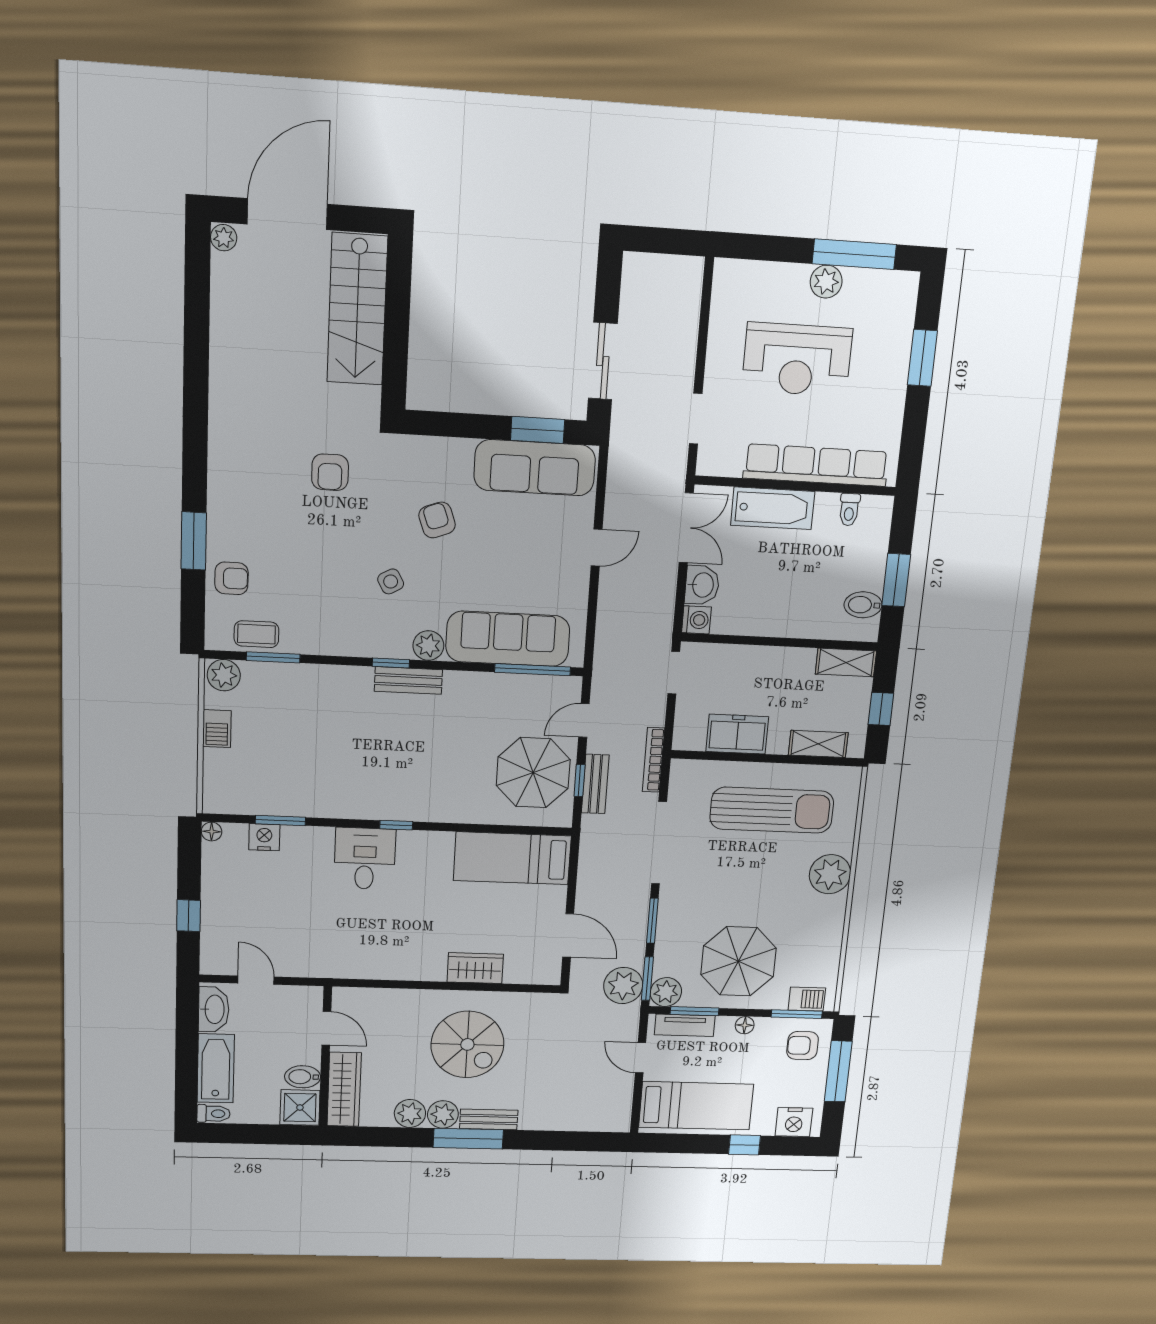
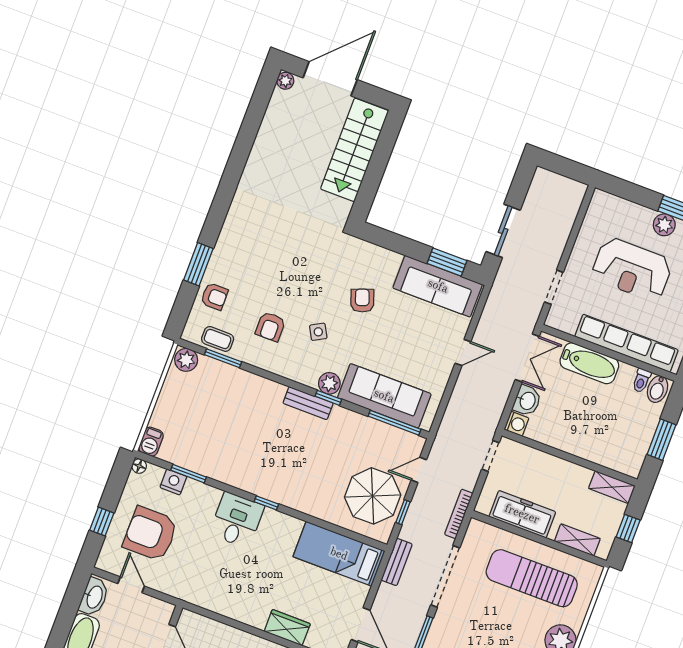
armchair: (330, 472) -> (270, 327), moved
bidet: (863, 605) -> (658, 389), moved, turned -90
window: (391, 663) -> (328, 398), moved
barbecue: (217, 729) -> (151, 442), moved
freezer: (737, 734) -> (522, 514), width x1.40
bench: (595, 784) -> (397, 562), moved
sun lounger: (772, 810) -> (532, 578), turned 180
armchair: (258, 911) -> (150, 534), added

